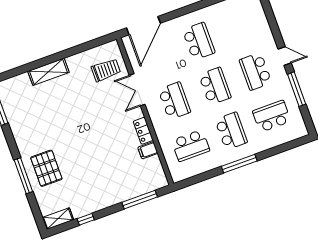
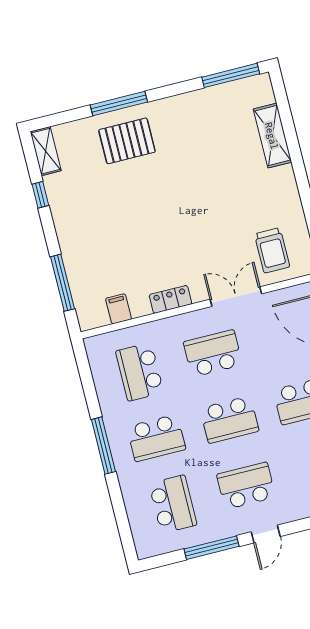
shelving: (48, 72) -> (272, 136), moved
school desk: (174, 101) -> (213, 353), turned 180
filing cabinet: (148, 150) -> (118, 309), moved

